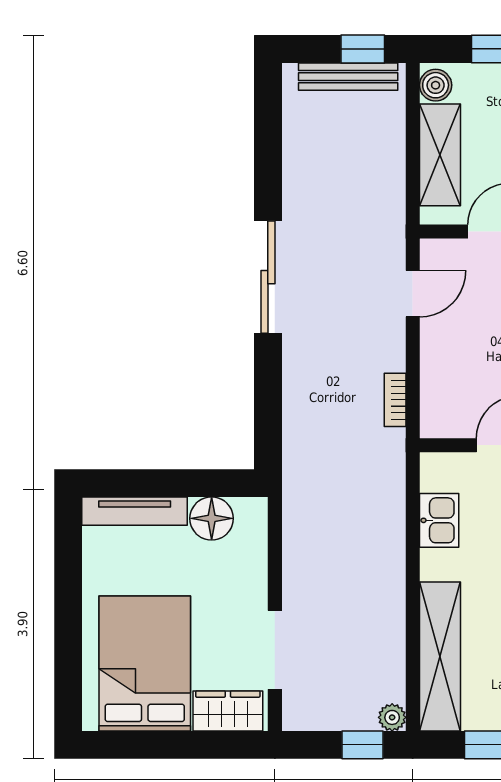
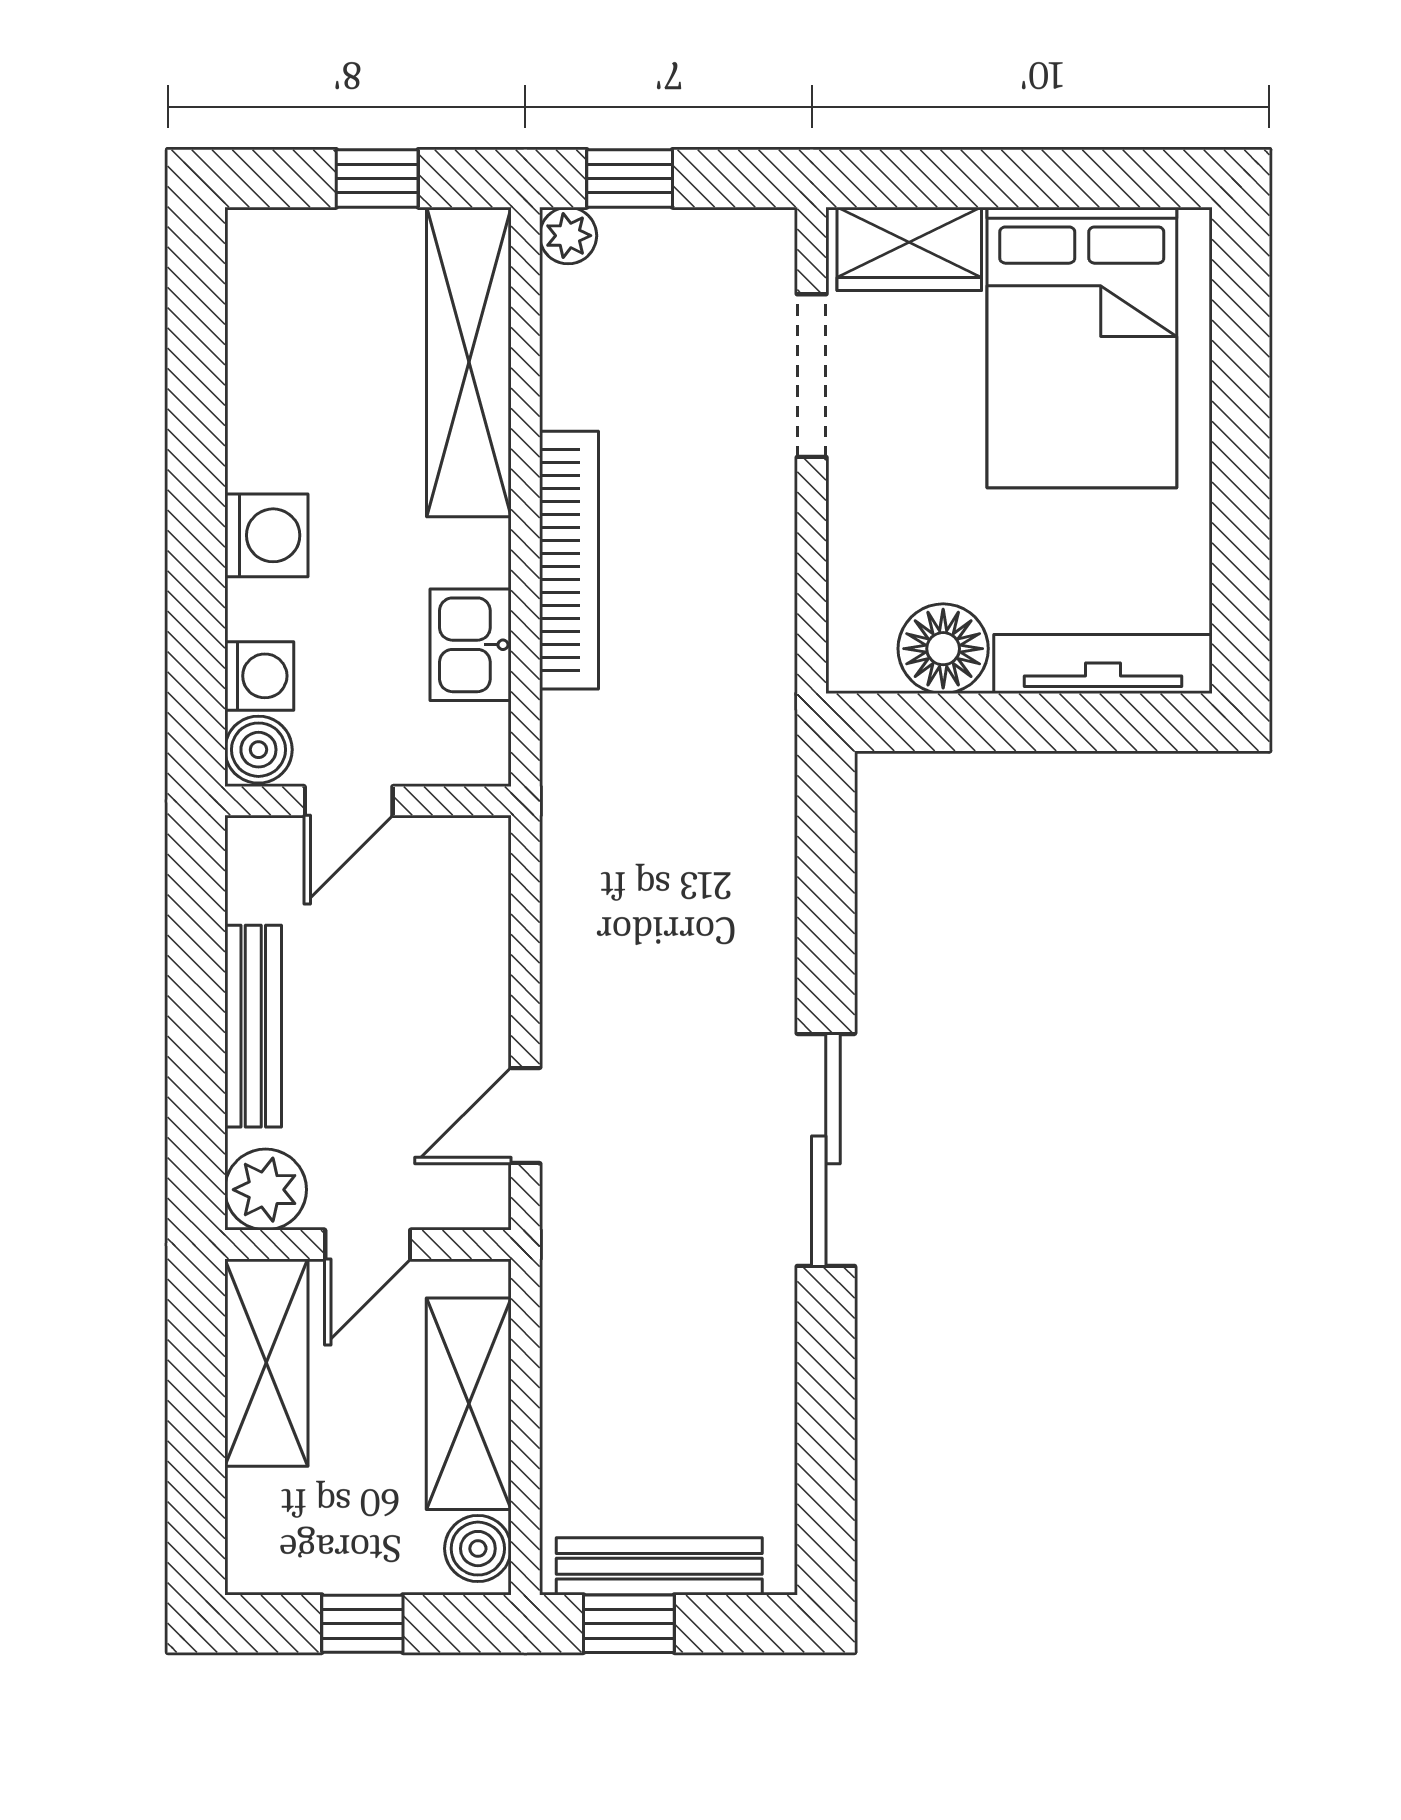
bookcase: (395, 400) -> (569, 560), moved, width x2.31, depth x1.31

